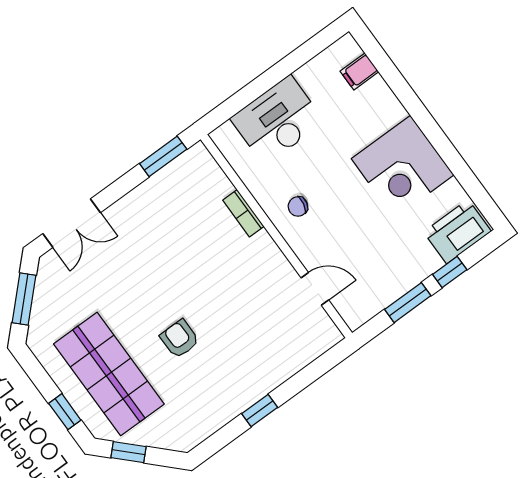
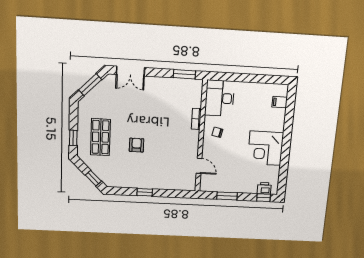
desk: (277, 120) -> (220, 98), moved, turned -90
printer: (457, 232) -> (264, 188), width x0.53, depth x0.68
window: (450, 272) -> (264, 198), moved
shop shelf: (109, 374) -> (100, 137), width x0.70, depth x0.74
window: (128, 452) -> (93, 178), moved

